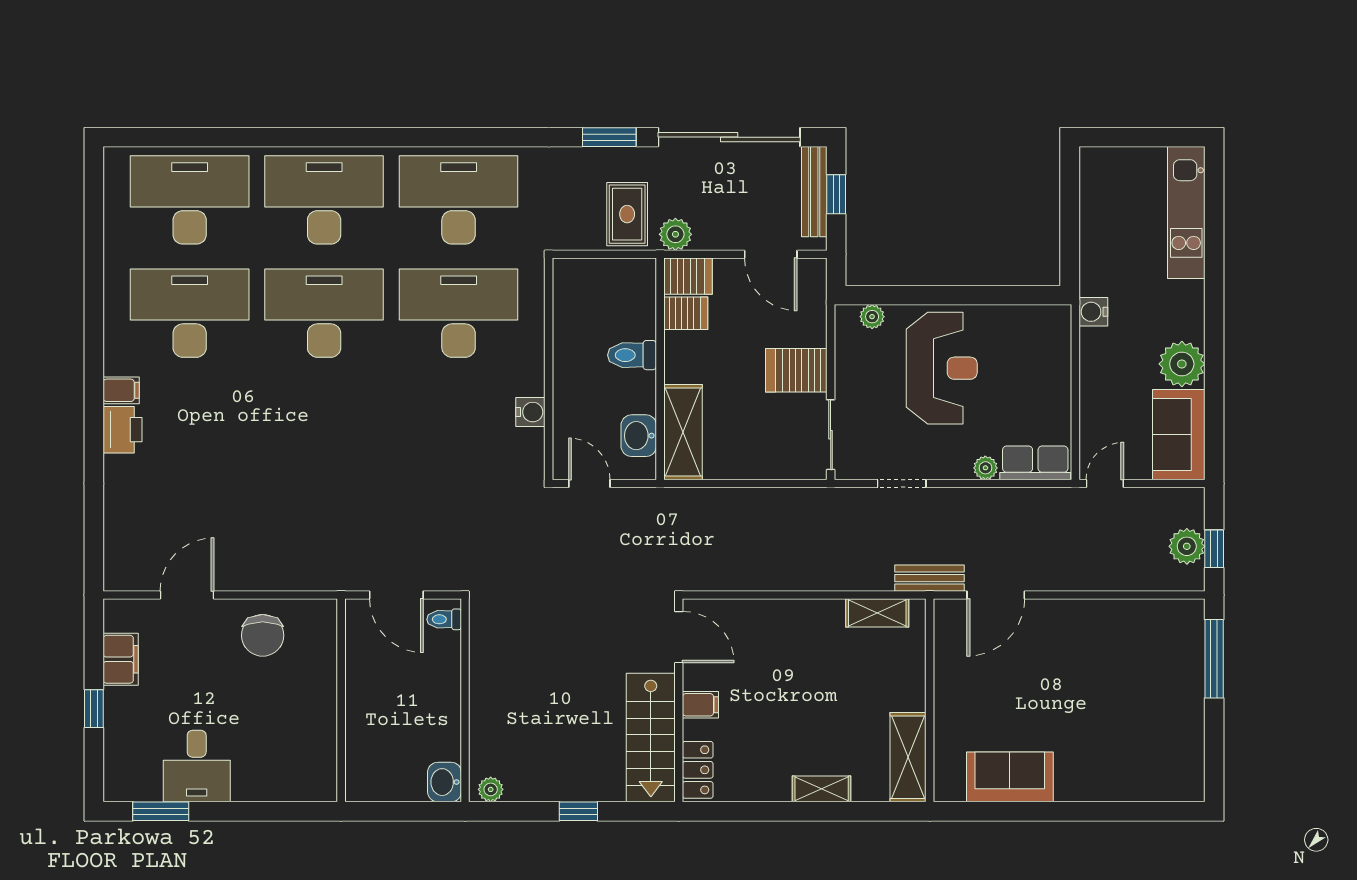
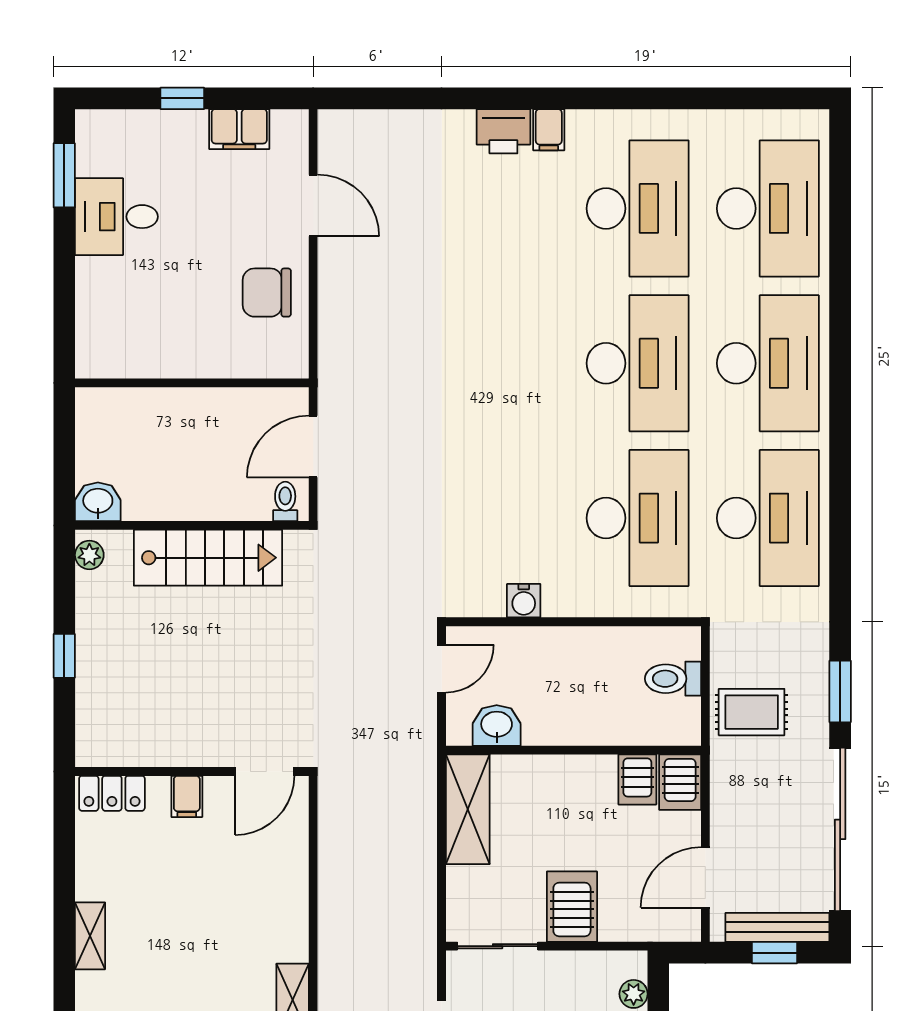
plant: (675, 234) -> (728, 768), removed
toilet: (632, 355) -> (673, 679), moved, turned -90
shelving: (683, 432) -> (468, 809), moved, turned 90
stairs: (651, 737) -> (208, 558), moved, turned 180

